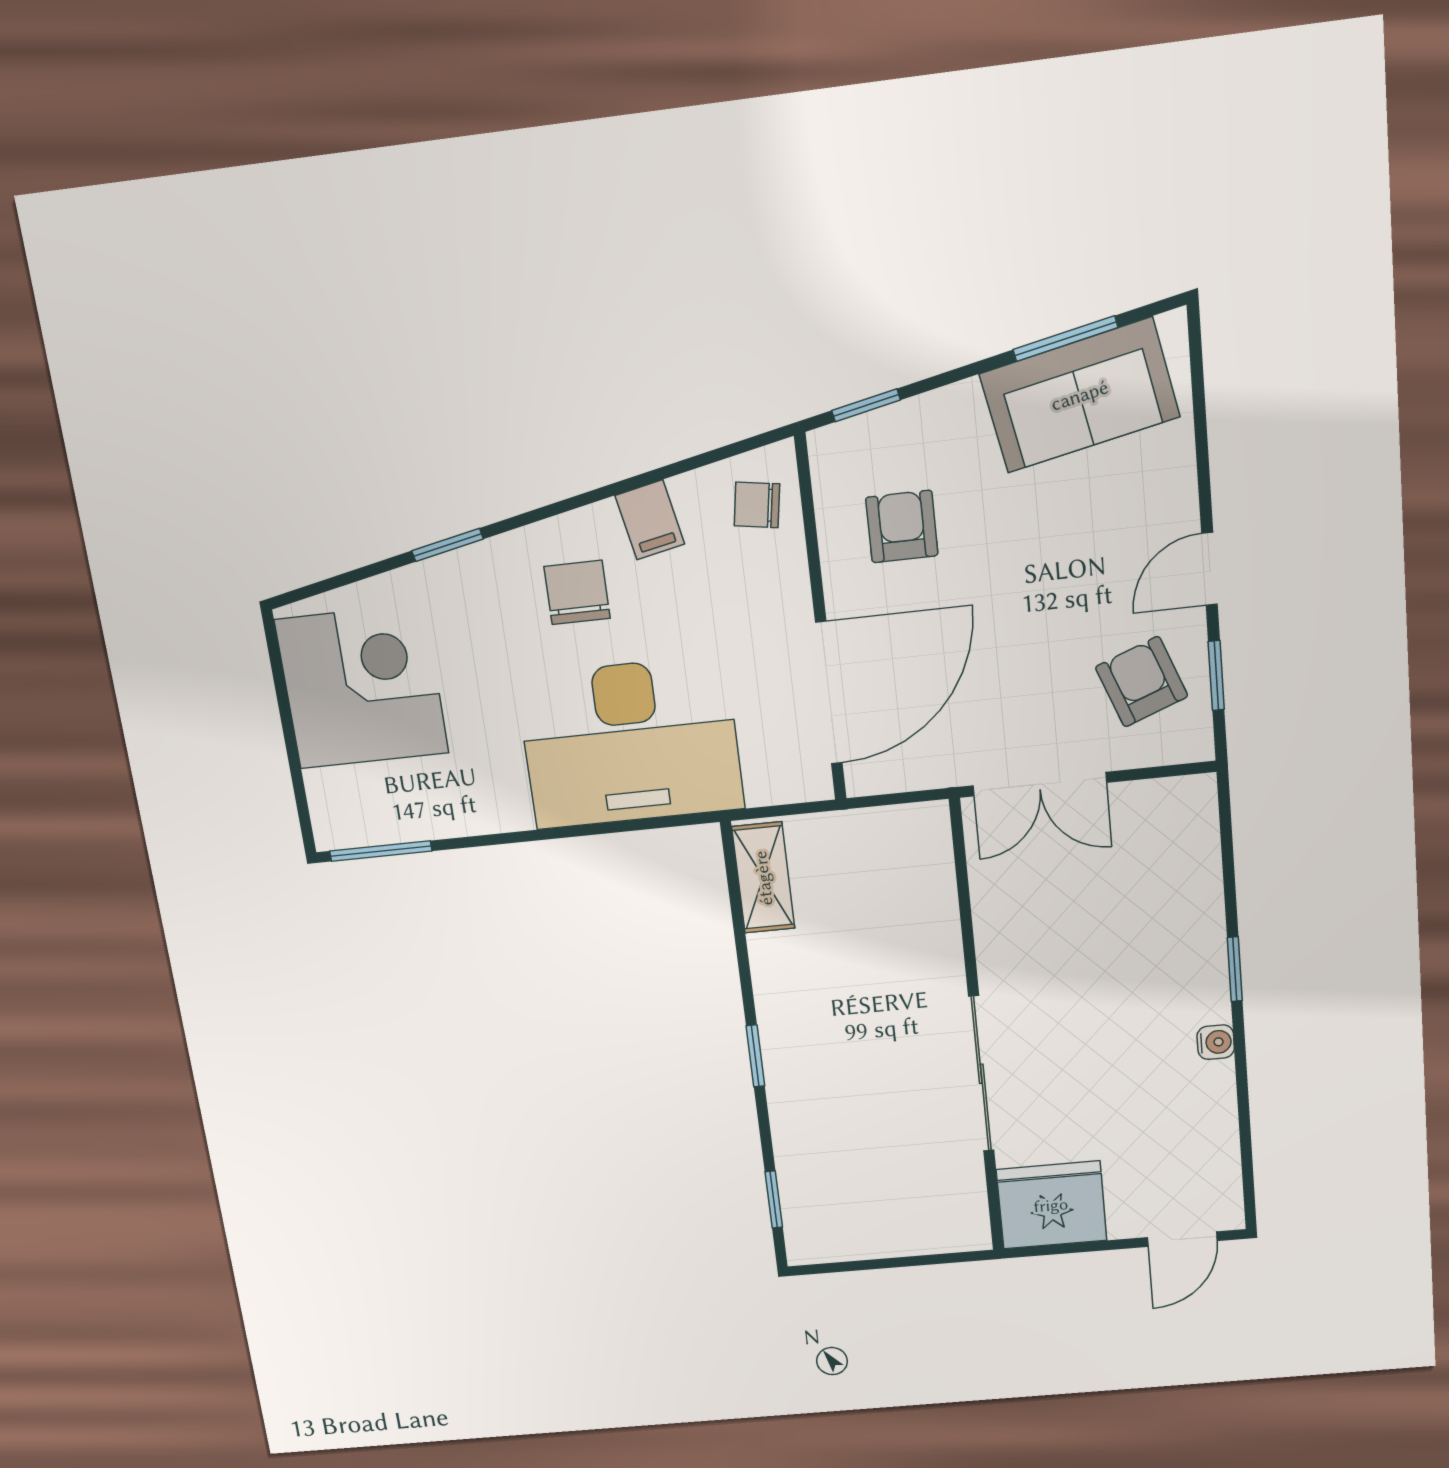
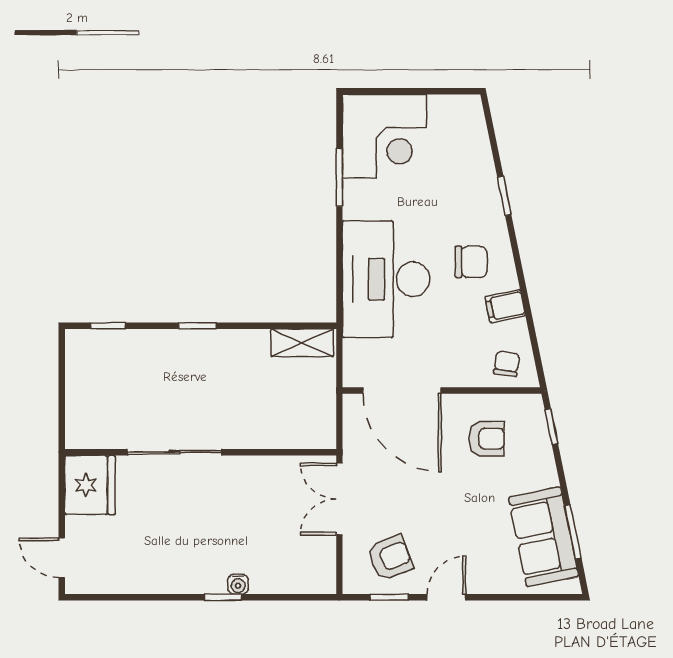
door: (1210, 569) -> (446, 597), hinge flipped
corner desk: (362, 687) -> (384, 136), moved
window: (381, 851) -> (339, 177), moved
water cooler: (1216, 1042) -> (238, 584), moved

